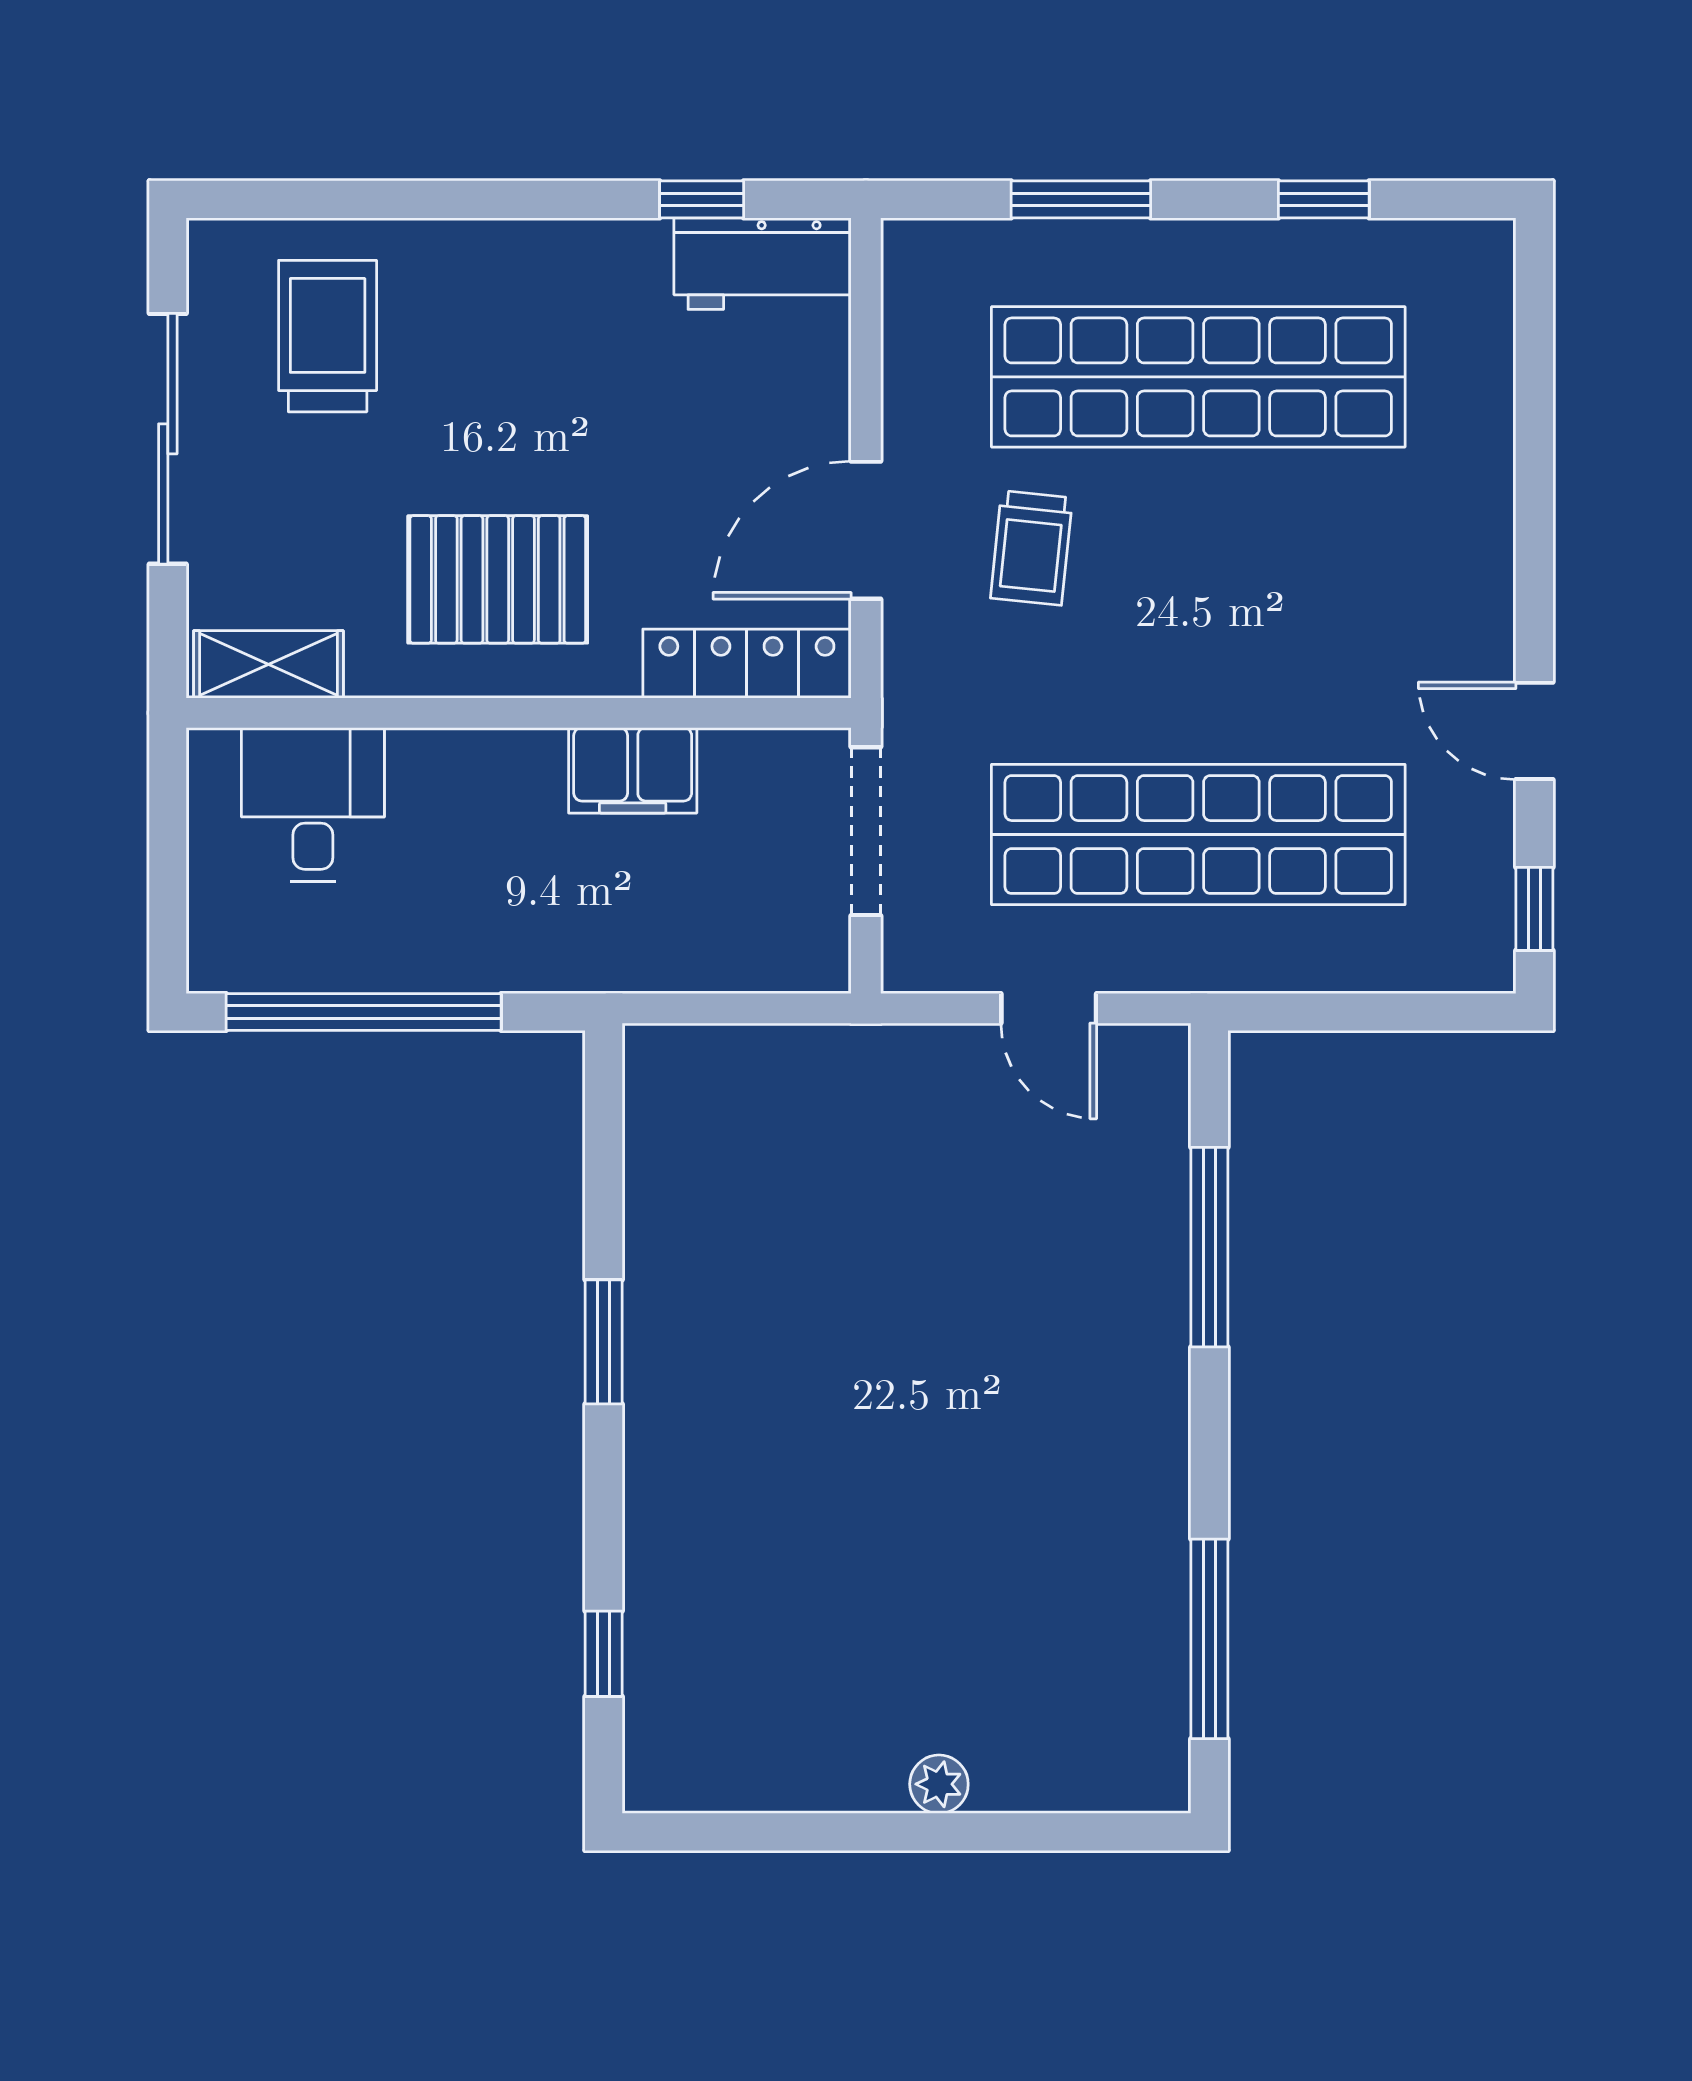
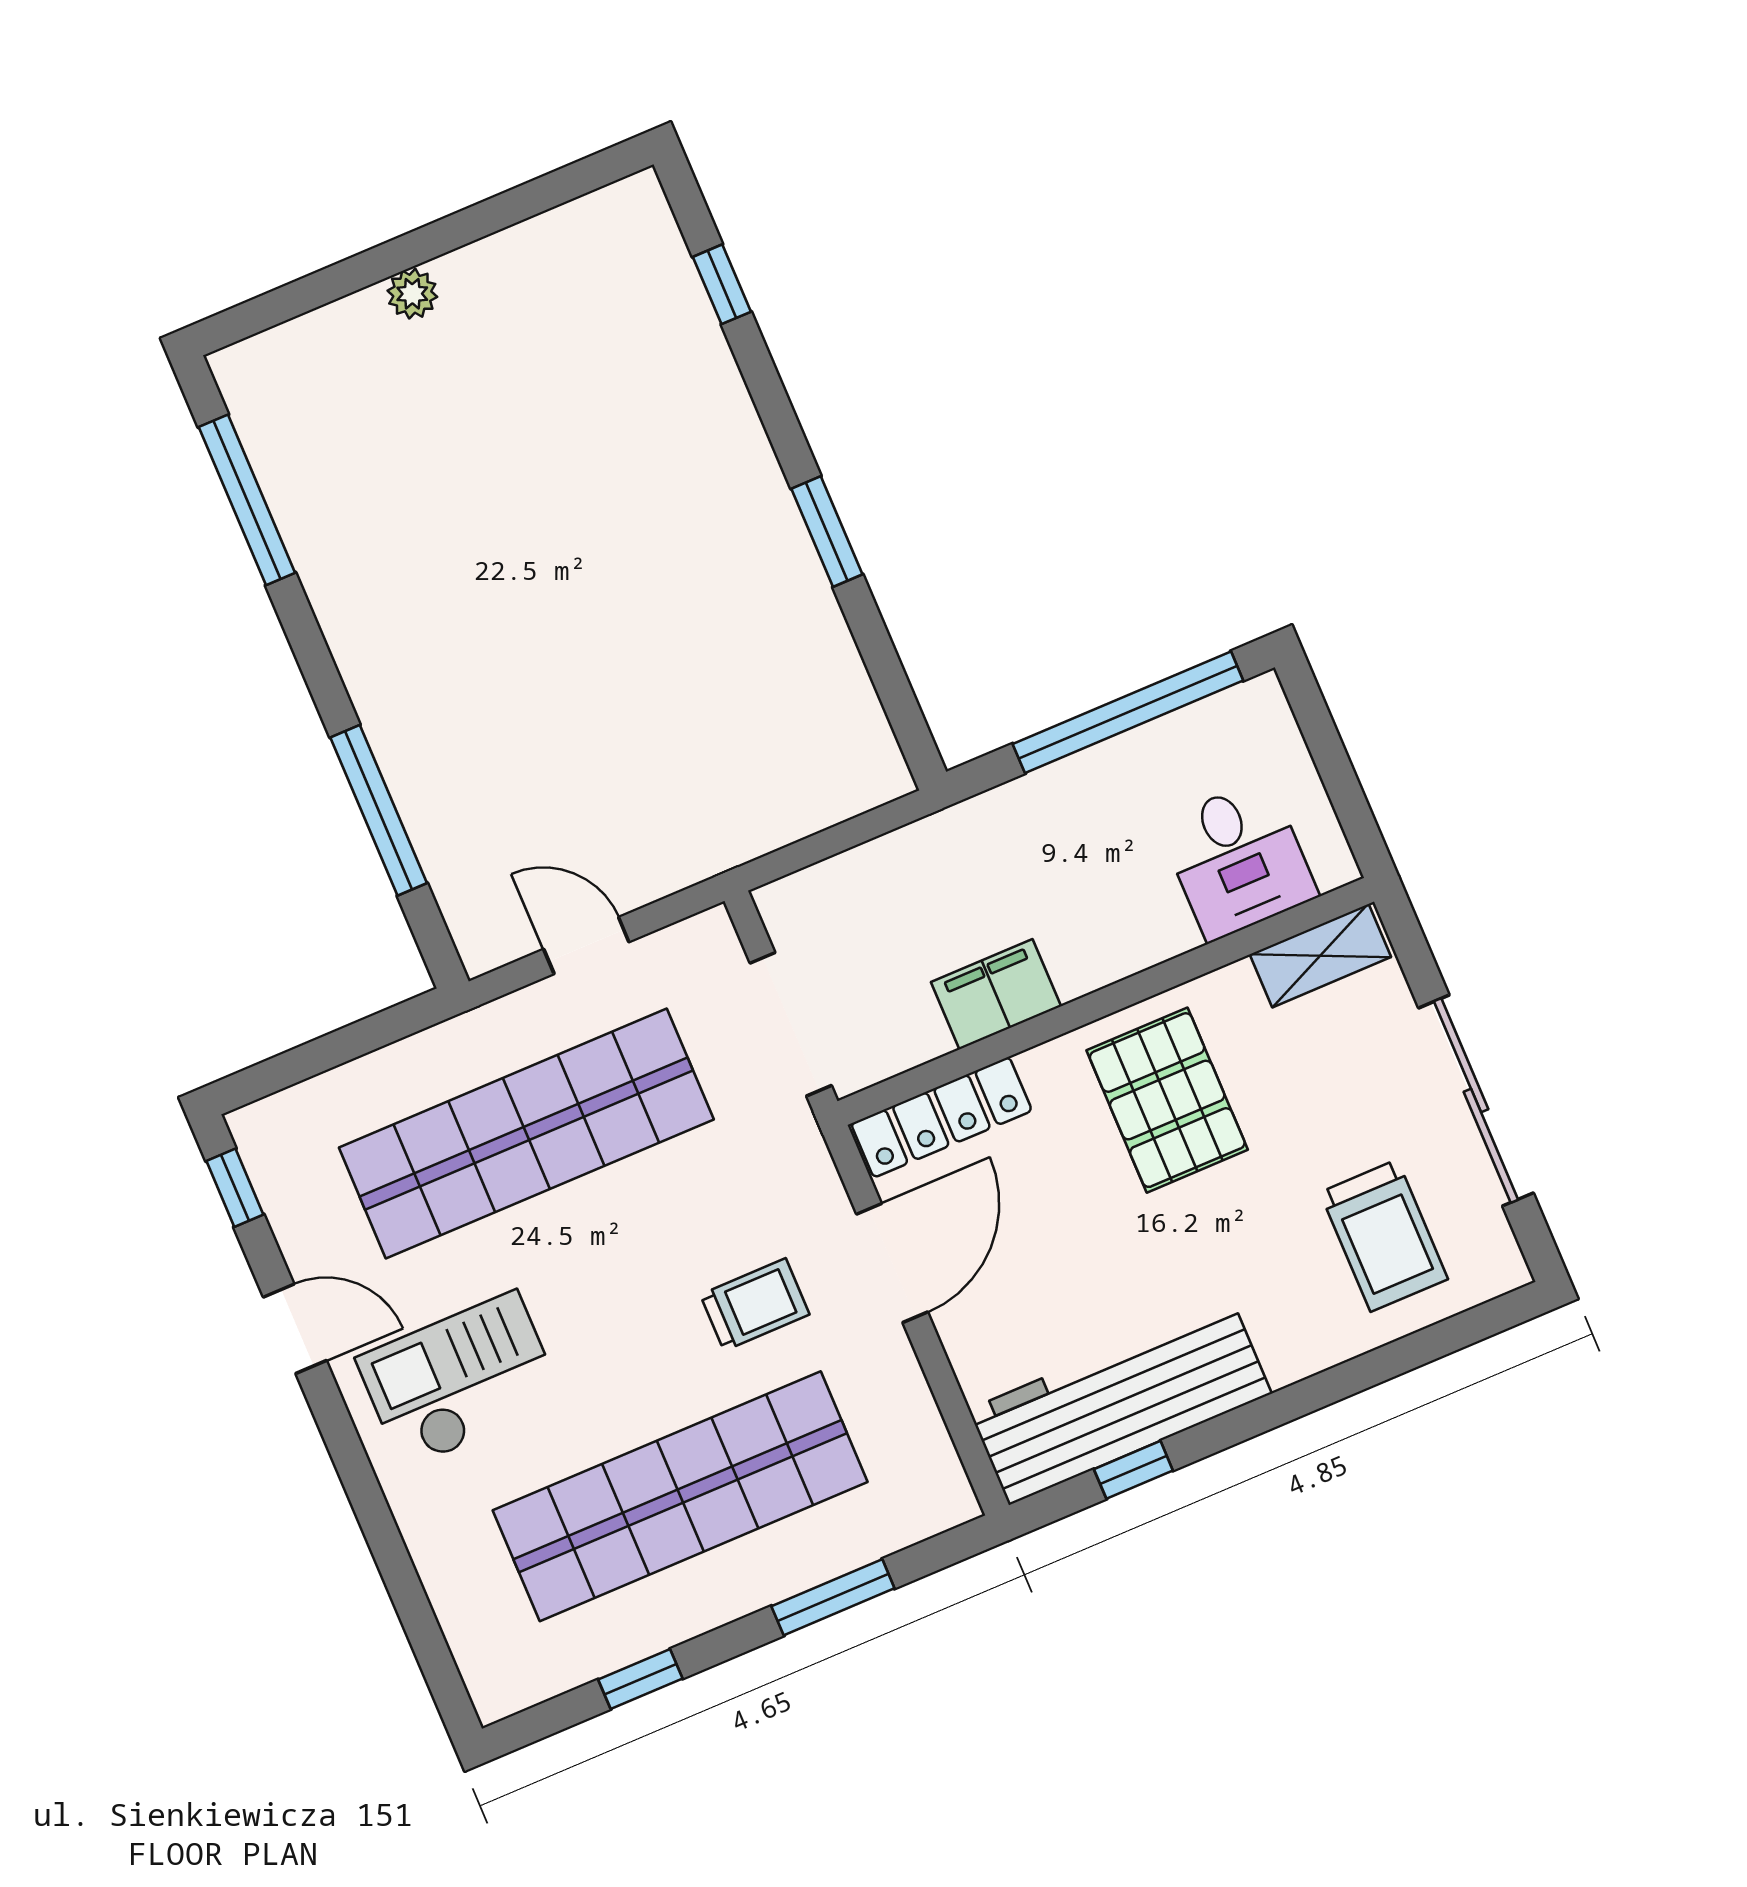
workbench: (763, 264) -> (1120, 1402), width x1.87, depth x1.32
trolley: (1032, 548) -> (755, 1305), turned 84
pallet: (498, 579) -> (1167, 1100), turned 90
checkout: (1381, 601) -> (460, 1380), added

